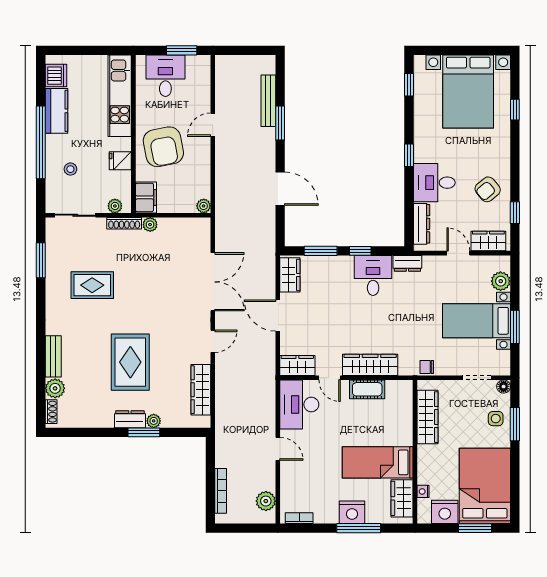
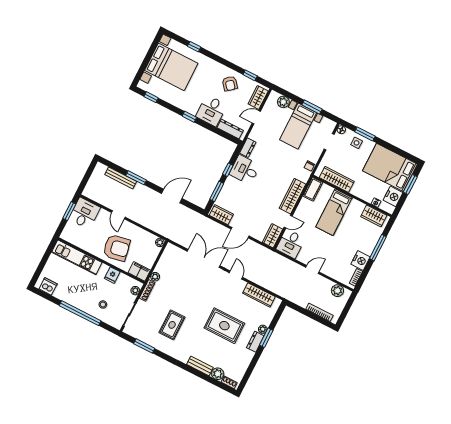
desk: (165, 76) -> (85, 213), moved, turned 90
kitchen counter: (56, 111) -> (67, 296), removed
cot: (367, 389) -> (313, 189), moved
desk: (299, 404) -> (291, 244), width x0.73
bed: (378, 462) -> (334, 212), moved
nightstand: (352, 512) -> (360, 261), moved

